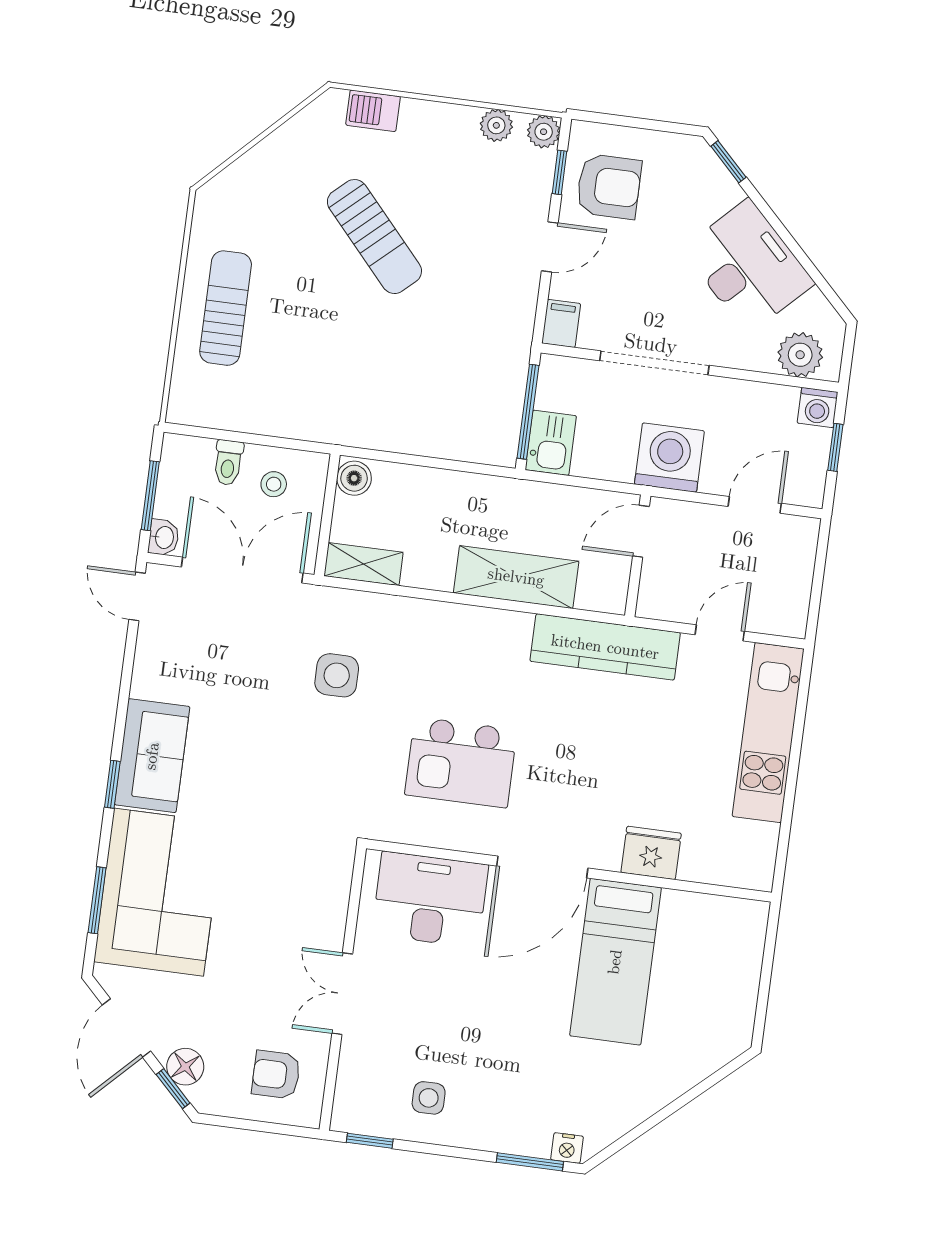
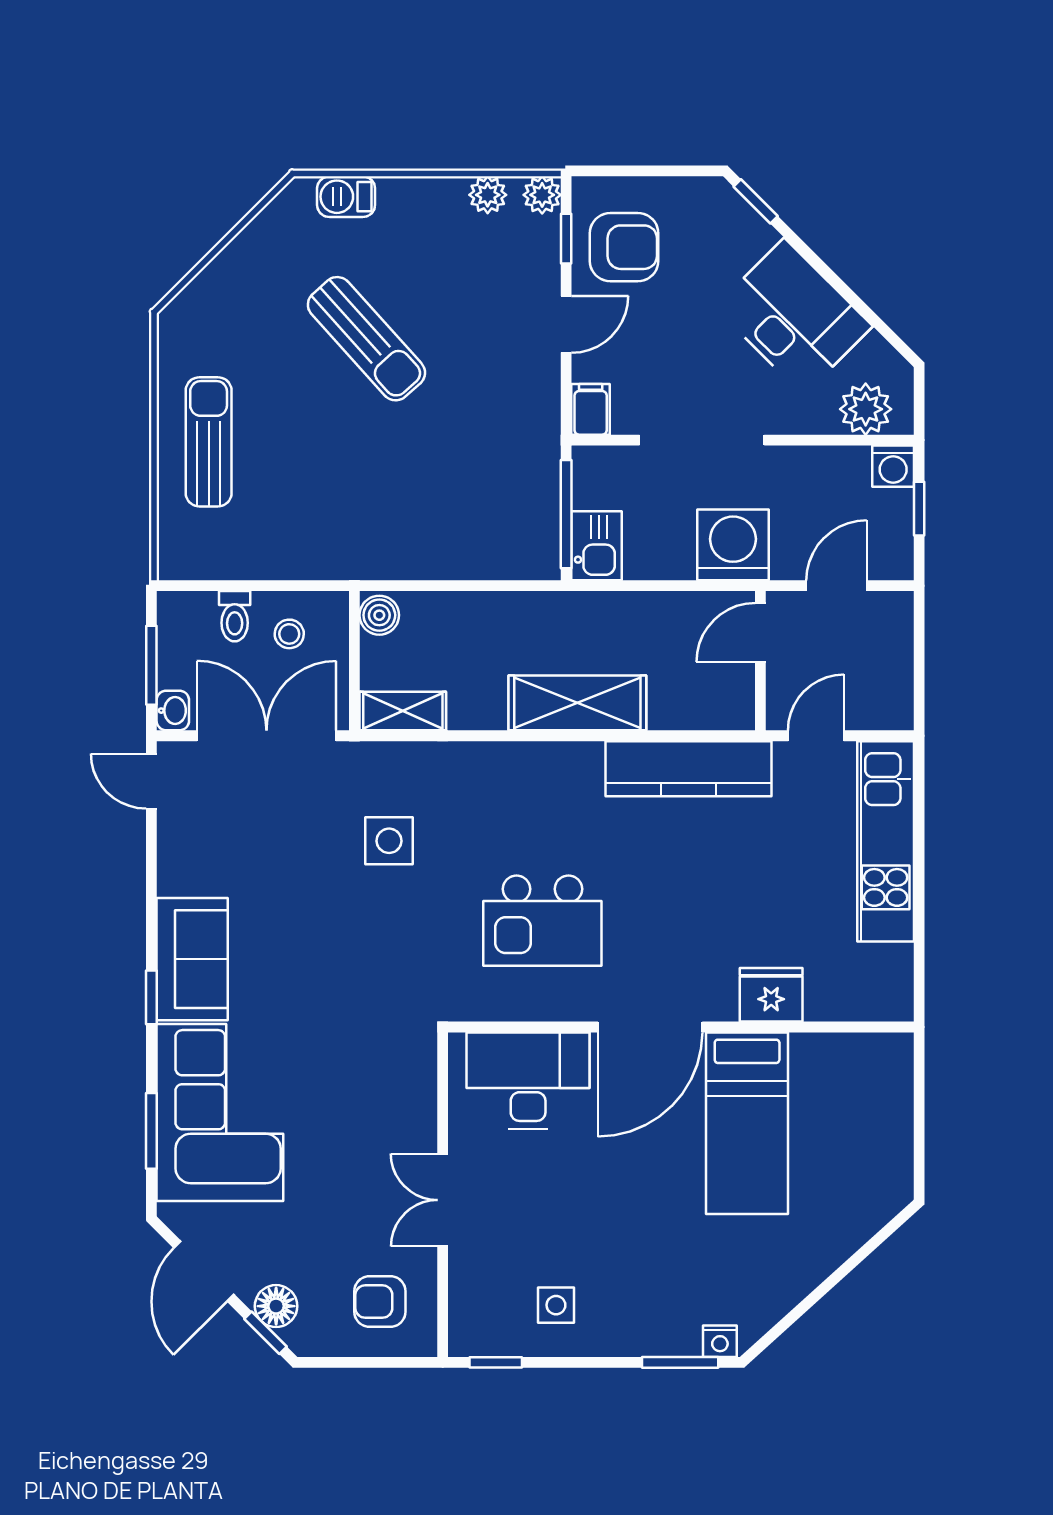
door: (641, 531) -> (760, 632), moved
wall: (638, 556) -> (760, 661), moved

